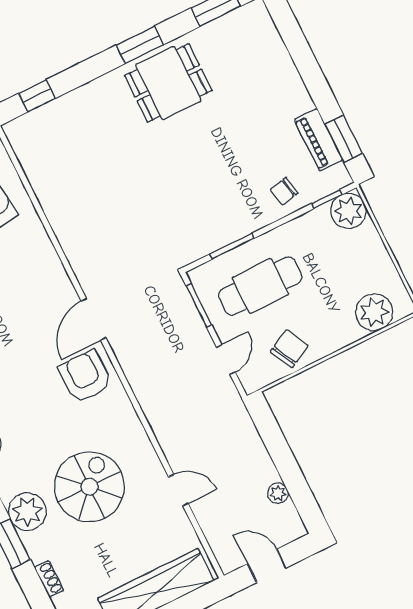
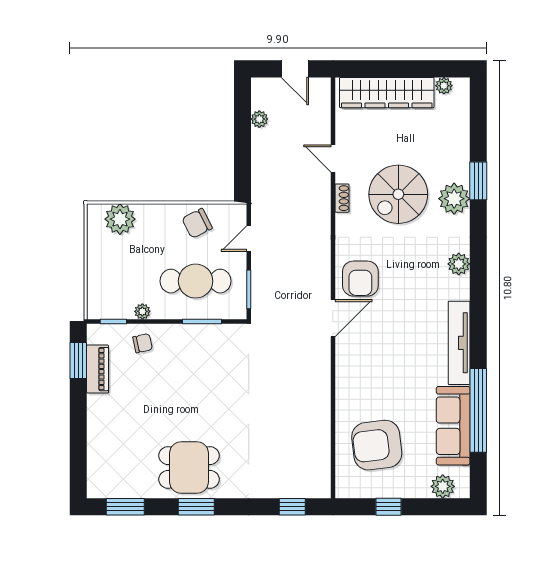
plant: (348, 211) -> (142, 311), moved, width x0.53, depth x0.53
shoe rack: (49, 579) -> (342, 198), moved, turned 180

